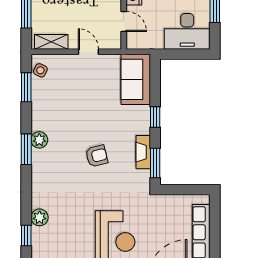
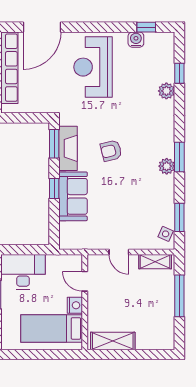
sofa: (136, 79) -> (73, 196), moved
fireplace: (143, 152) -> (68, 148), width x1.37, depth x1.32

